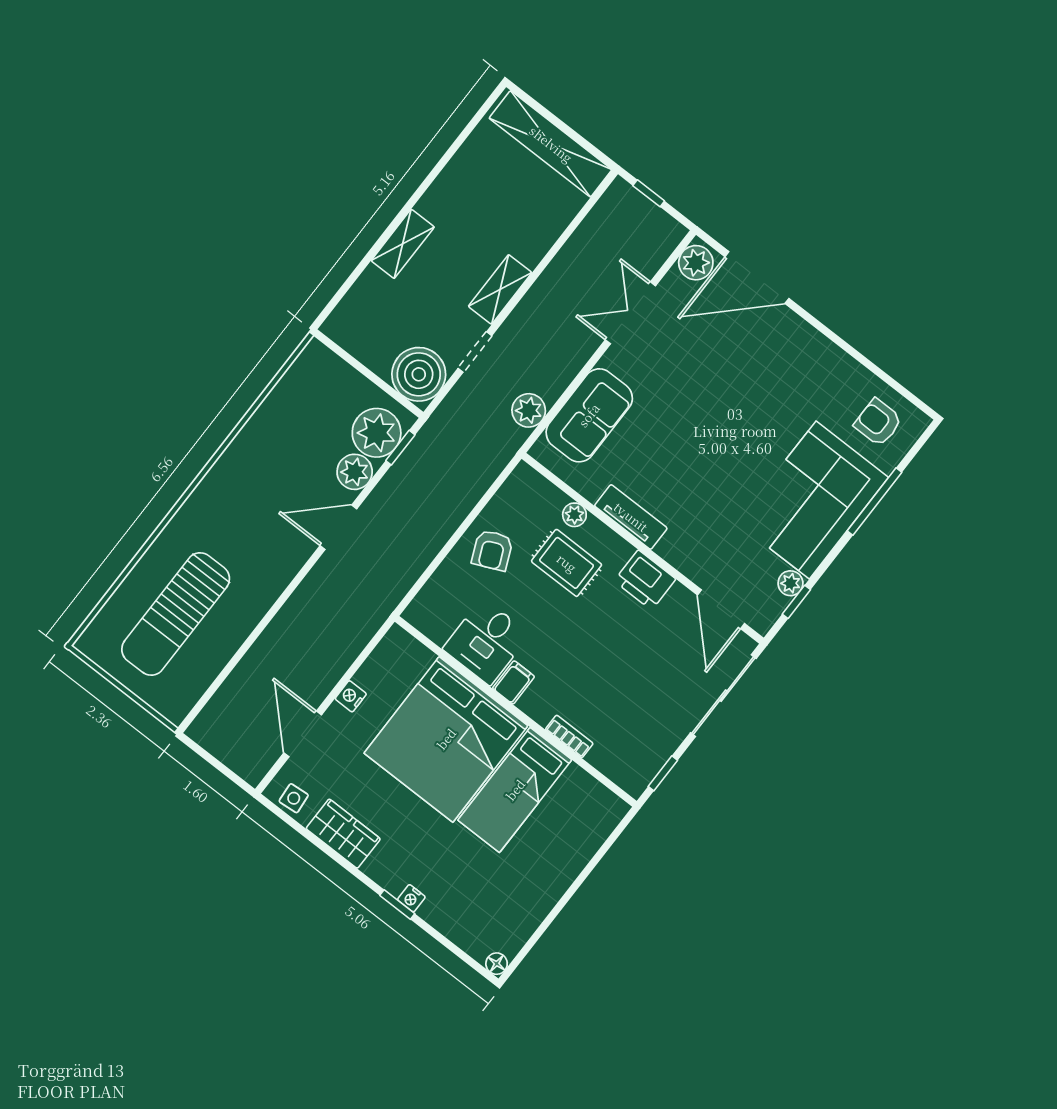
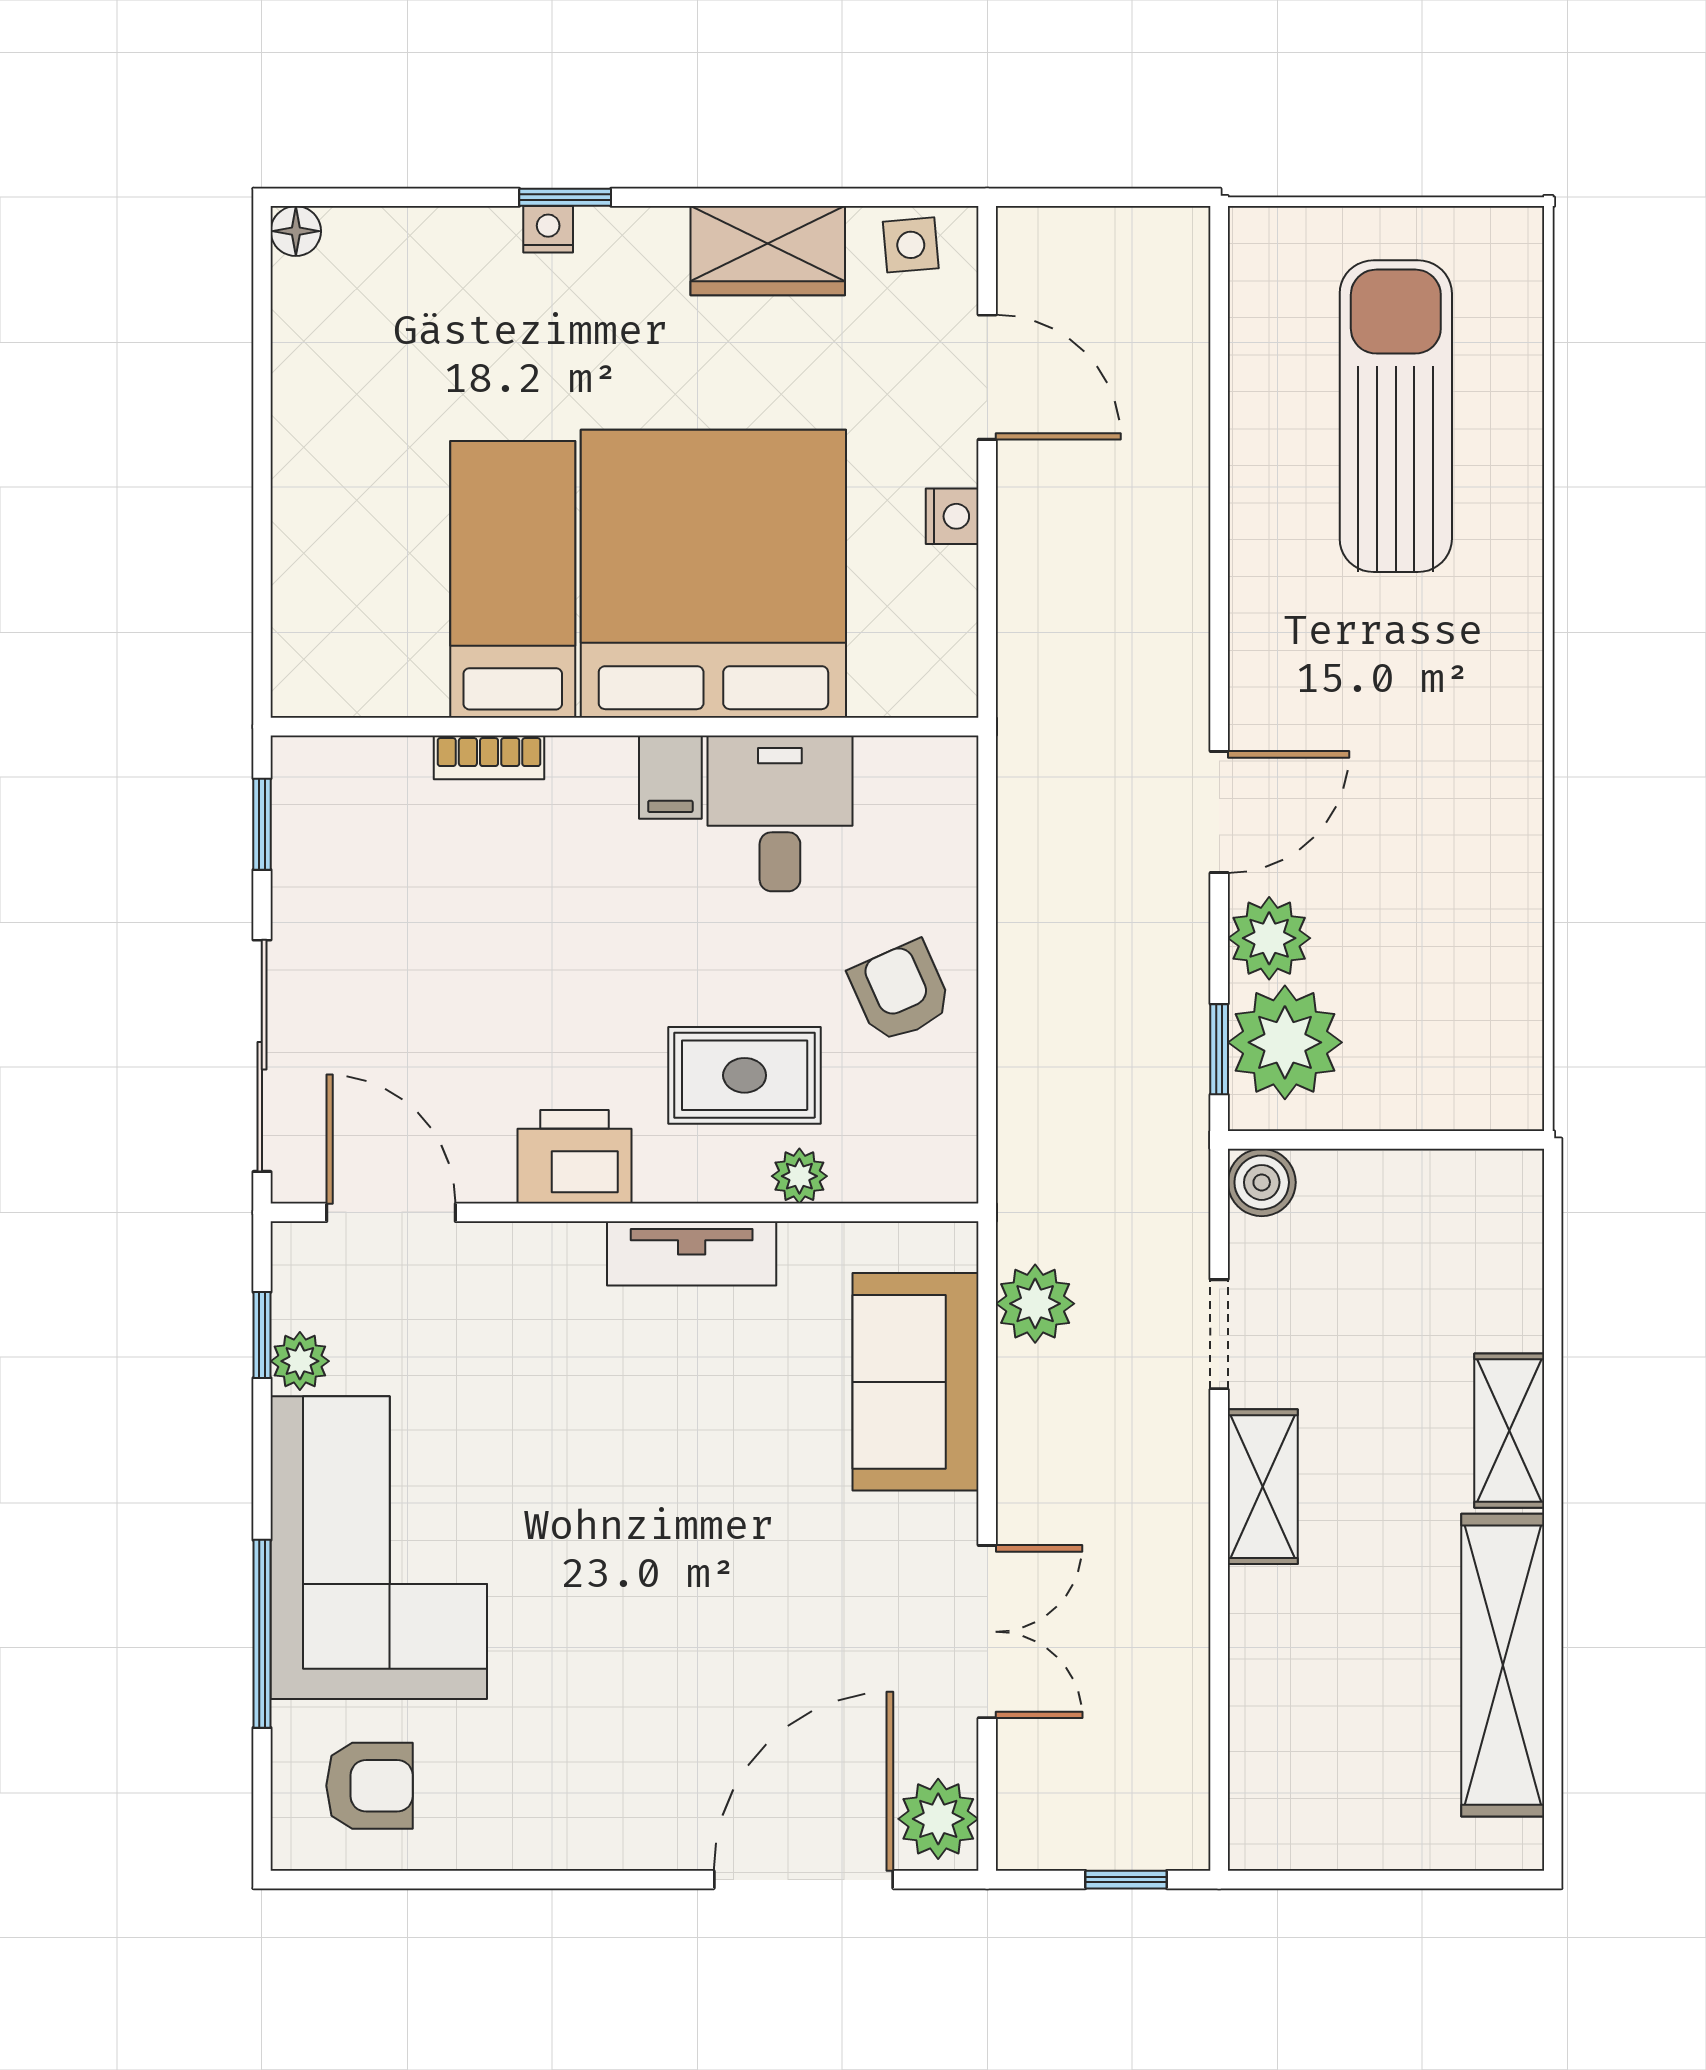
shelving: (551, 144) -> (1503, 1665), moved, turned 90
boiler: (419, 374) -> (1262, 1182), width x0.54, depth x0.54

